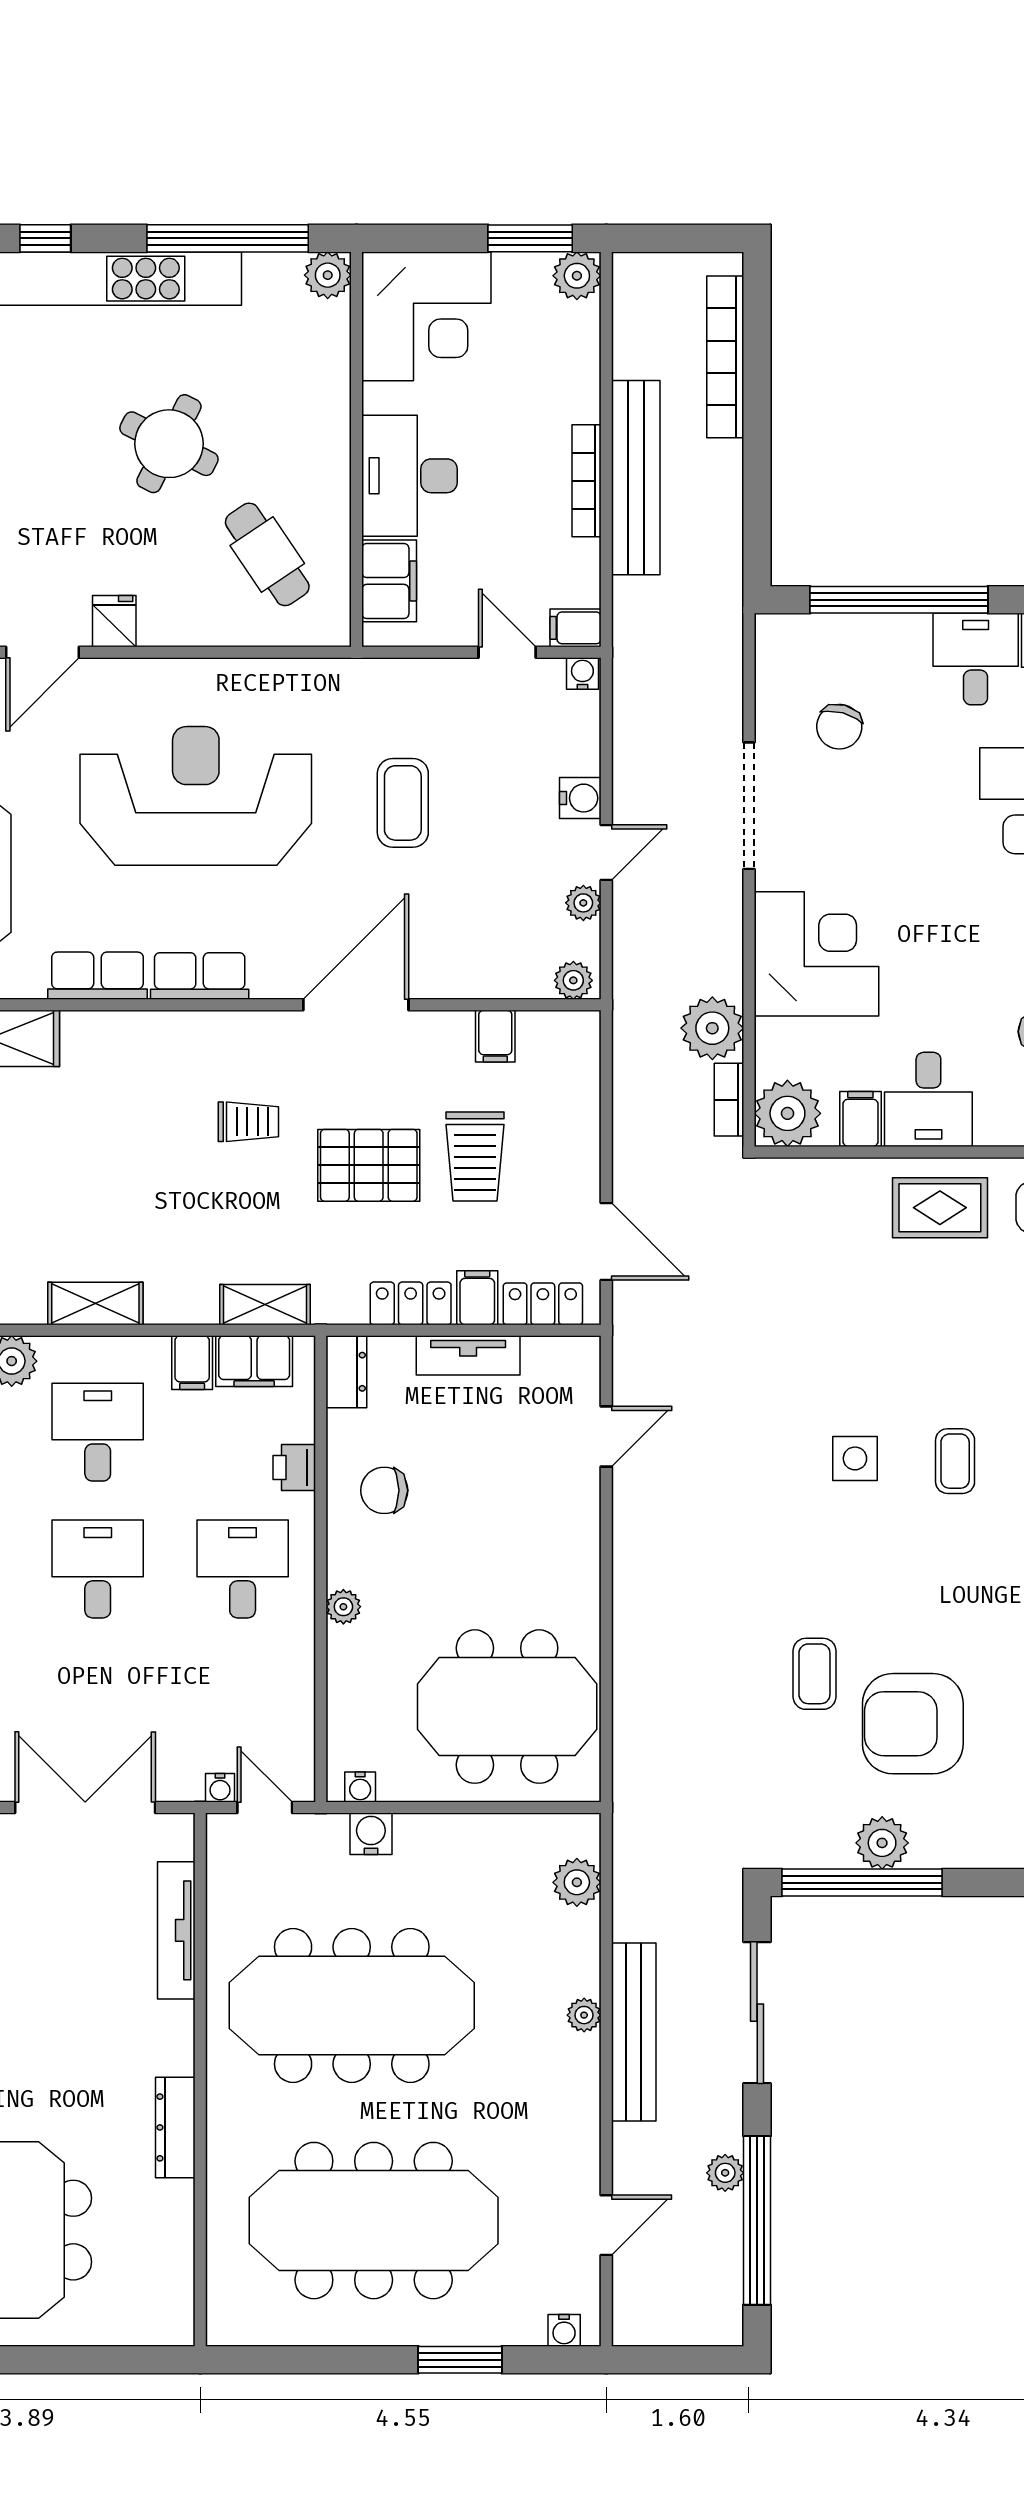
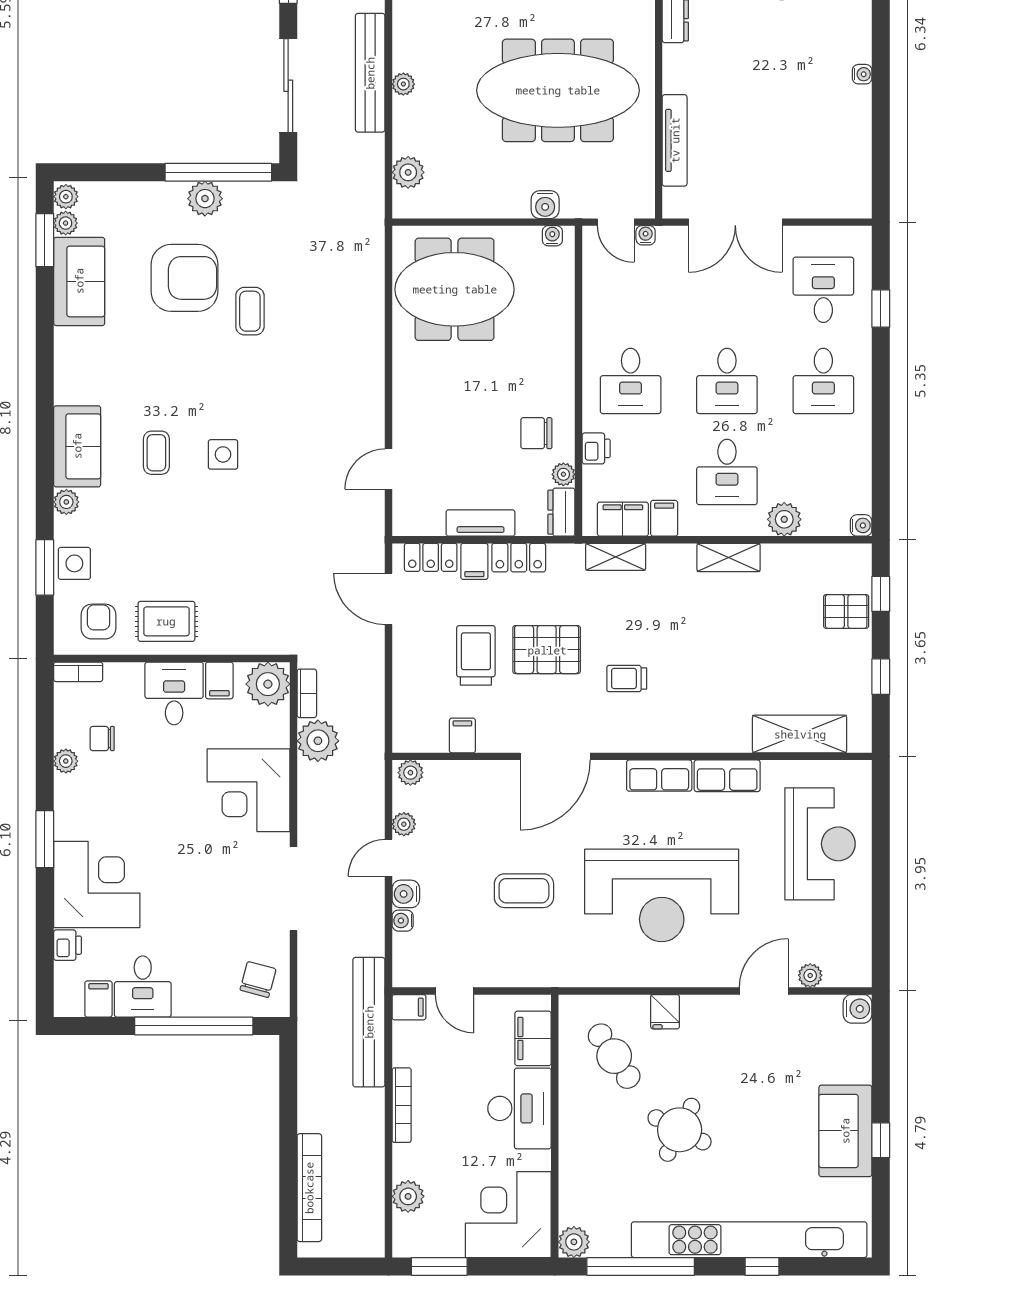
plant: (577, 276) -> (408, 1196), moved
bench: (636, 478) -> (369, 1022), moved
fridge: (114, 621) -> (665, 1012), moved
water cooler: (582, 674) -> (403, 921), moved, turned 90
chair: (839, 727) -> (258, 979), moved
coffee table: (403, 803) -> (524, 891), turned 90
chair: (384, 1490) -> (536, 433), turned 180
plant: (343, 1607) -> (563, 474), moved

